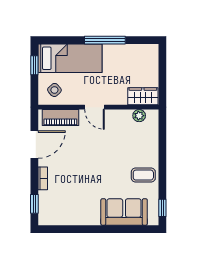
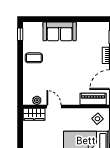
door: (95, 107) -> (54, 106), moved
sofa: (124, 212) -> (60, 31), moved

